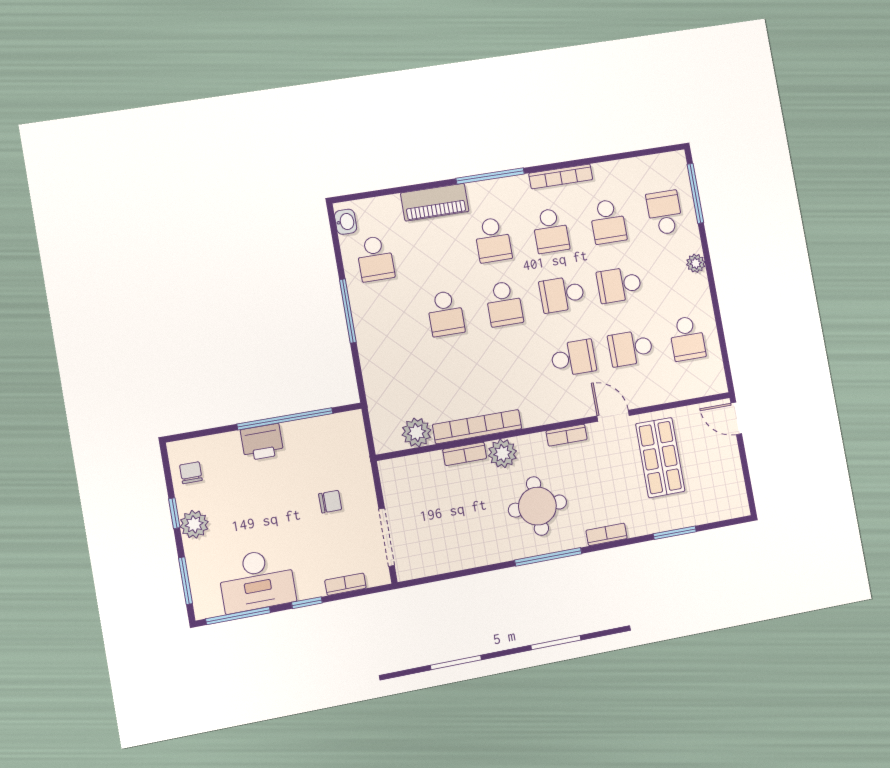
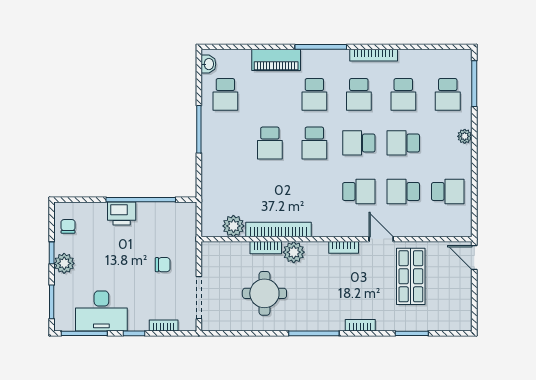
school desk: (665, 213) -> (448, 94), turned 180
school desk: (687, 338) -> (448, 191), turned -90
round table: (537, 506) -> (264, 293), moved

